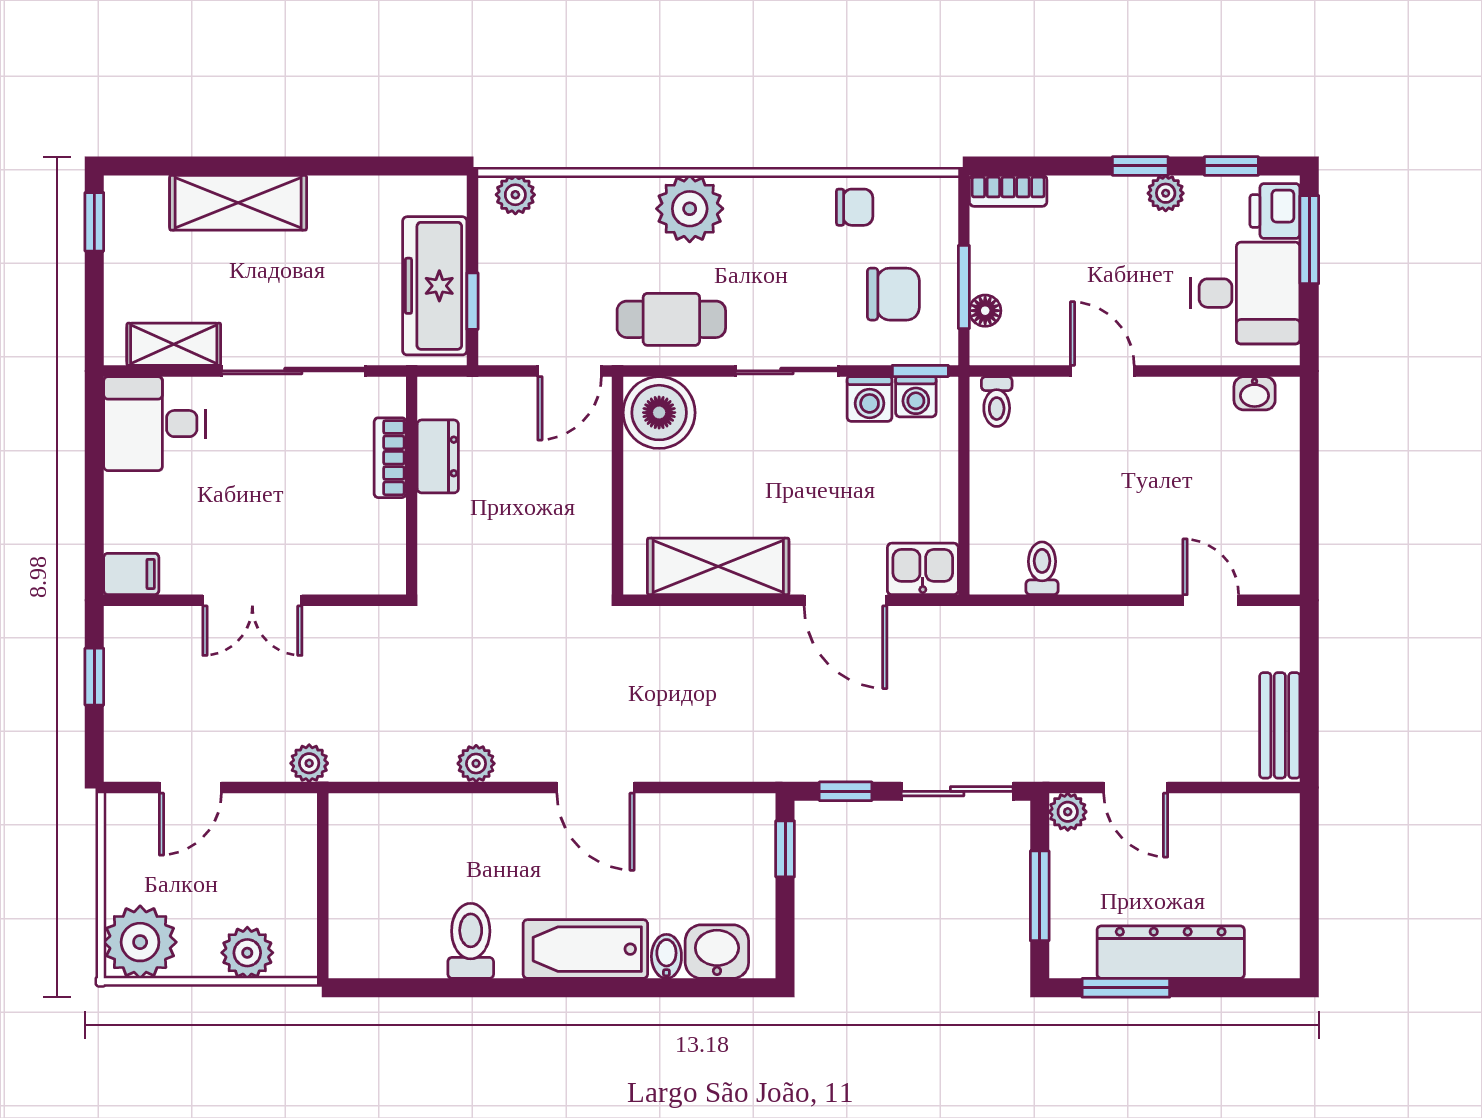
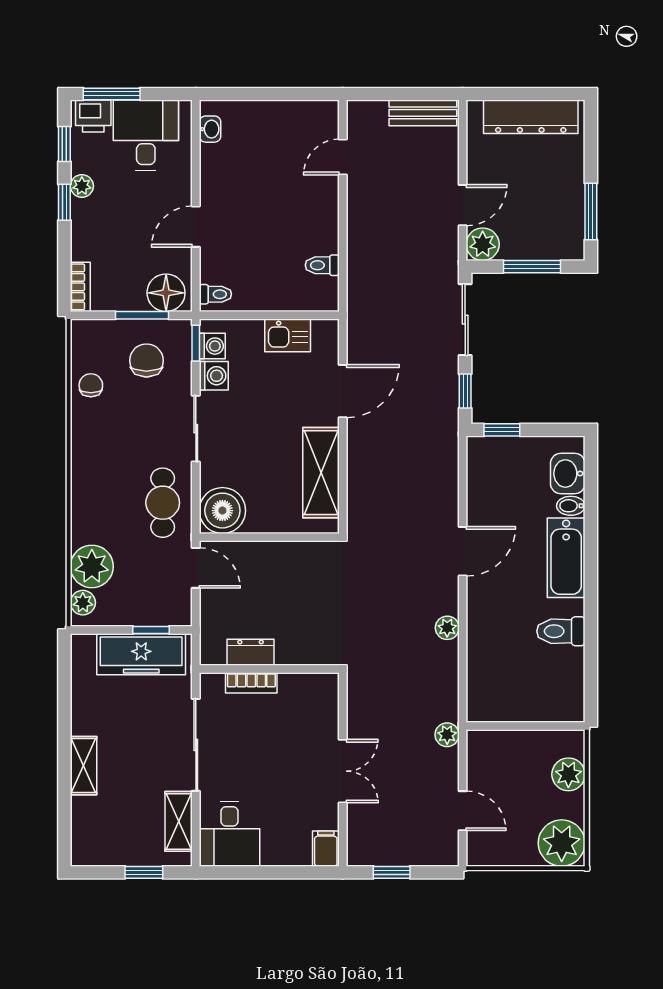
shelving: (238, 203) -> (84, 766), width x0.67, depth x0.75
plant: (690, 209) -> (92, 566), moved
window: (94, 222) -> (144, 872), moved
floor lamp: (985, 311) -> (166, 293), width x1.89, depth x1.89
kitchen sink: (923, 569) -> (288, 335), moved, turned -90
plant: (1068, 812) -> (483, 244), width x1.38, depth x1.38
dresser: (1171, 952) -> (531, 117), moved, turned -90

